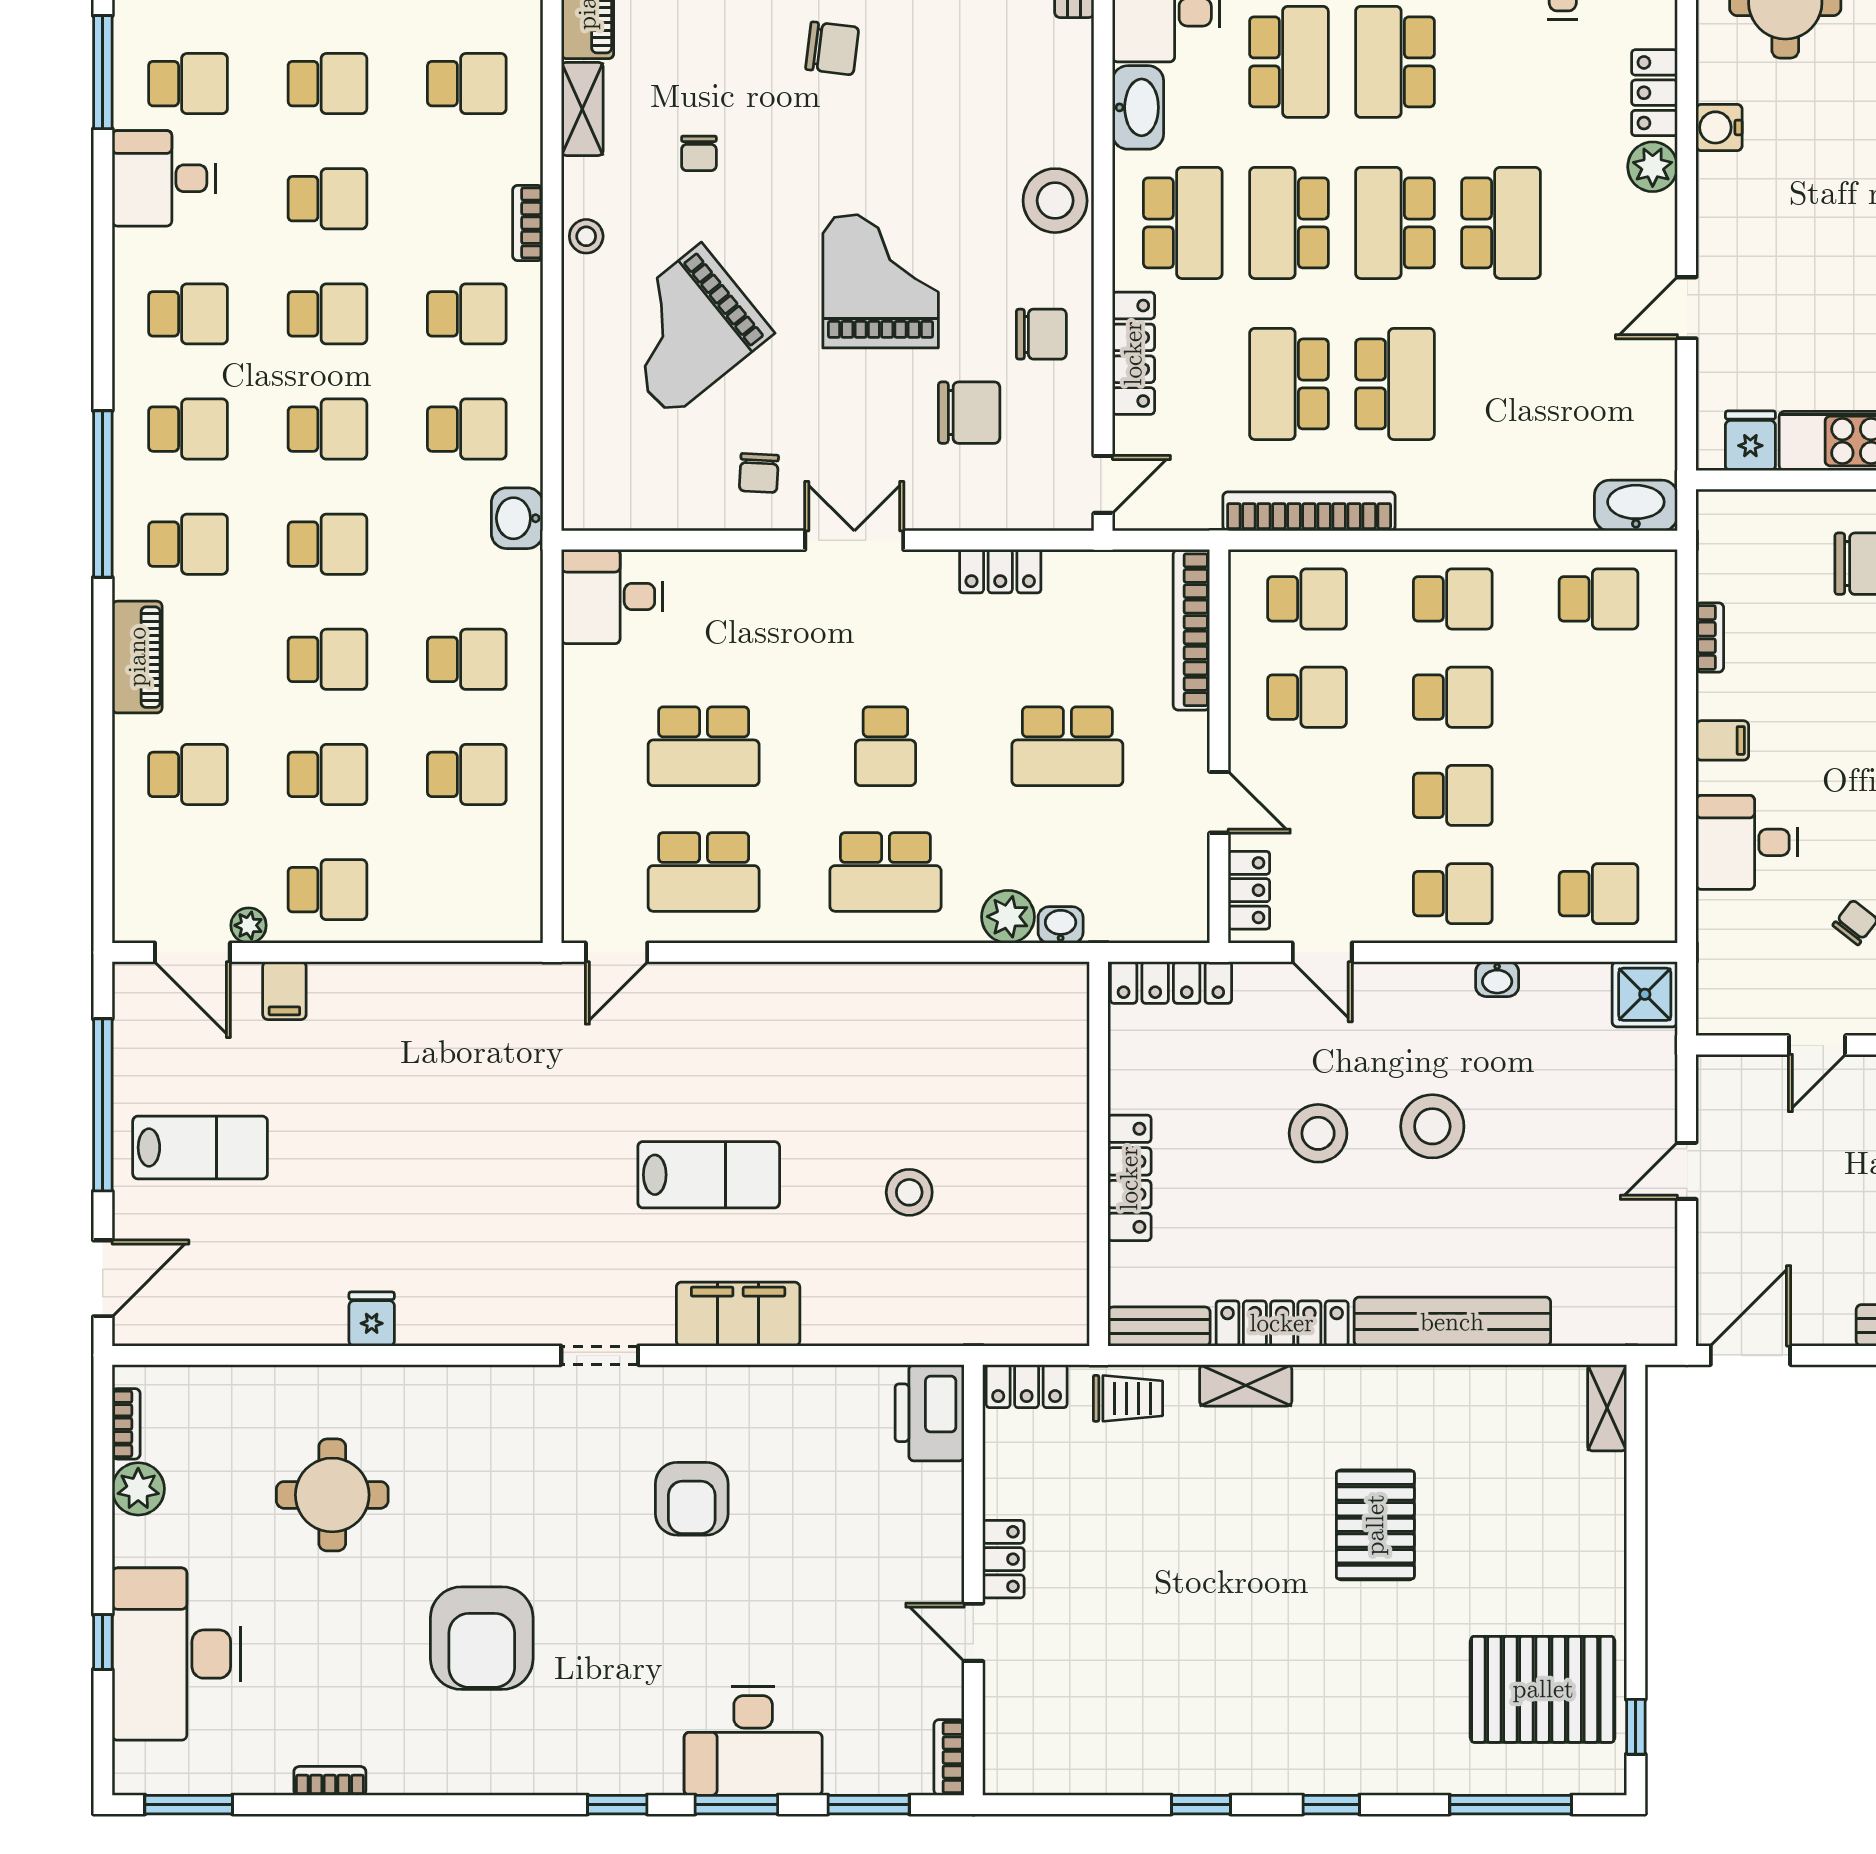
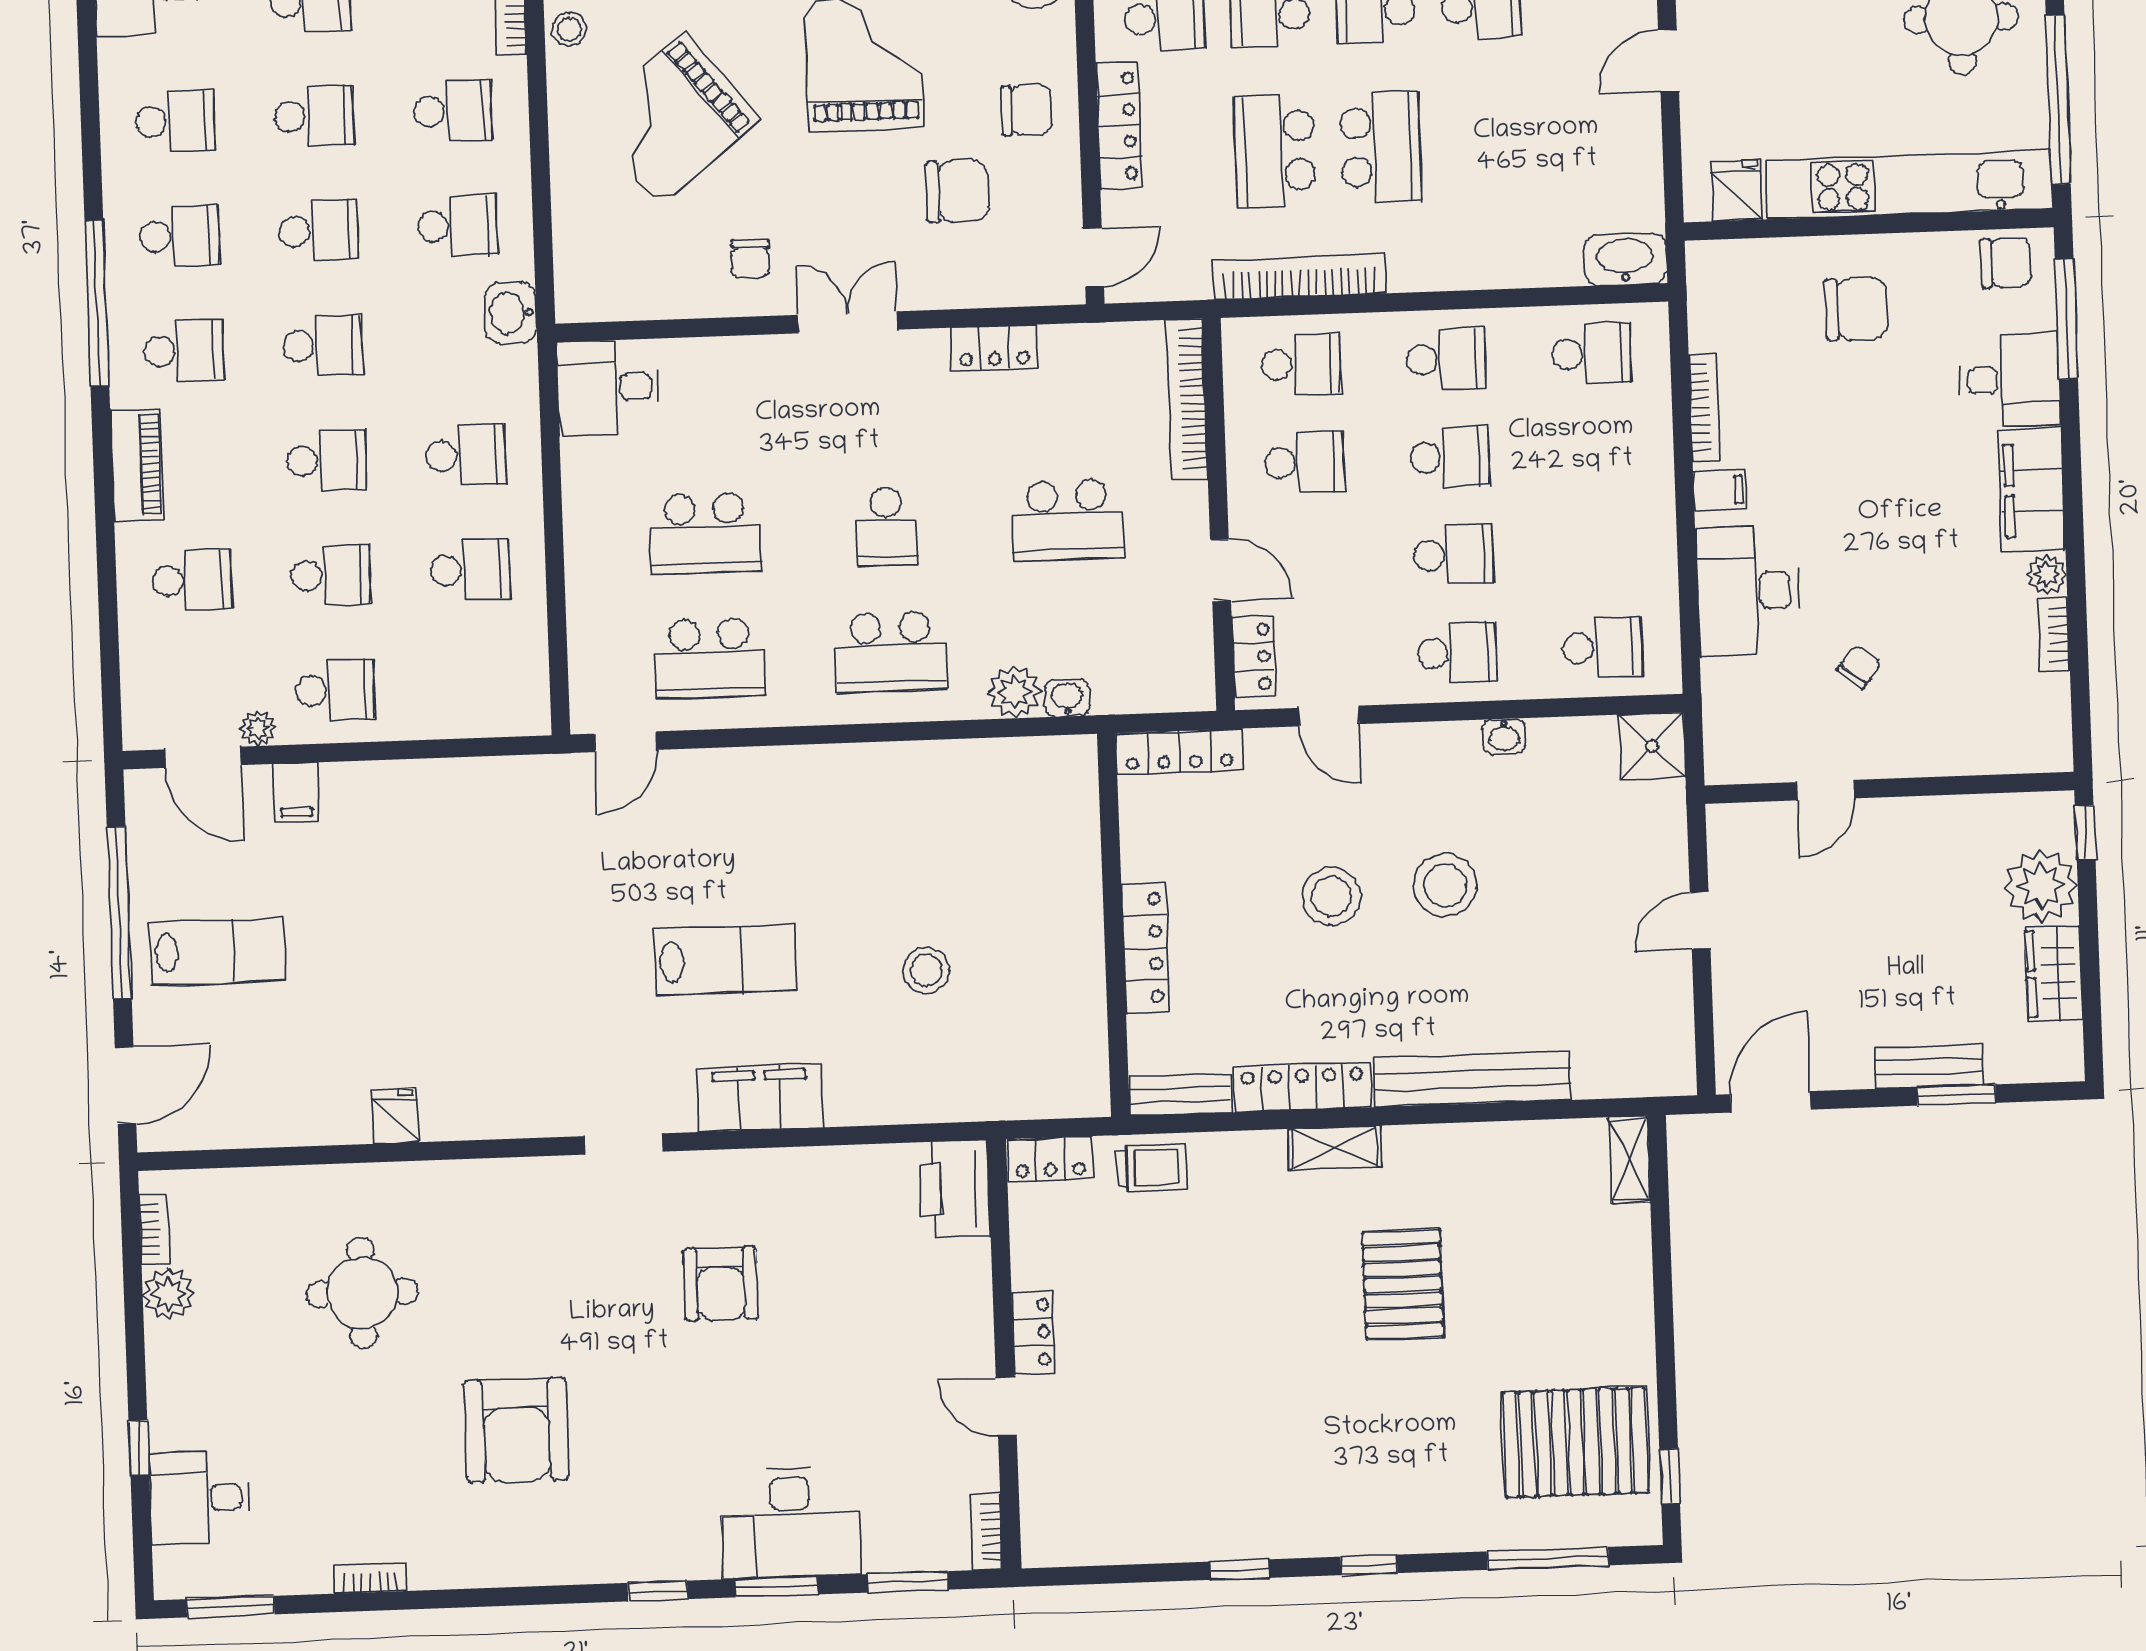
bookcase: (1710, 637) -> (1704, 407), width x1.56
desk: (1747, 842) -> (1748, 591), width x1.37
shelving: (1246, 1385) -> (1335, 1148), moved
desk: (176, 1654) -> (199, 1498), width x0.53, depth x0.77

